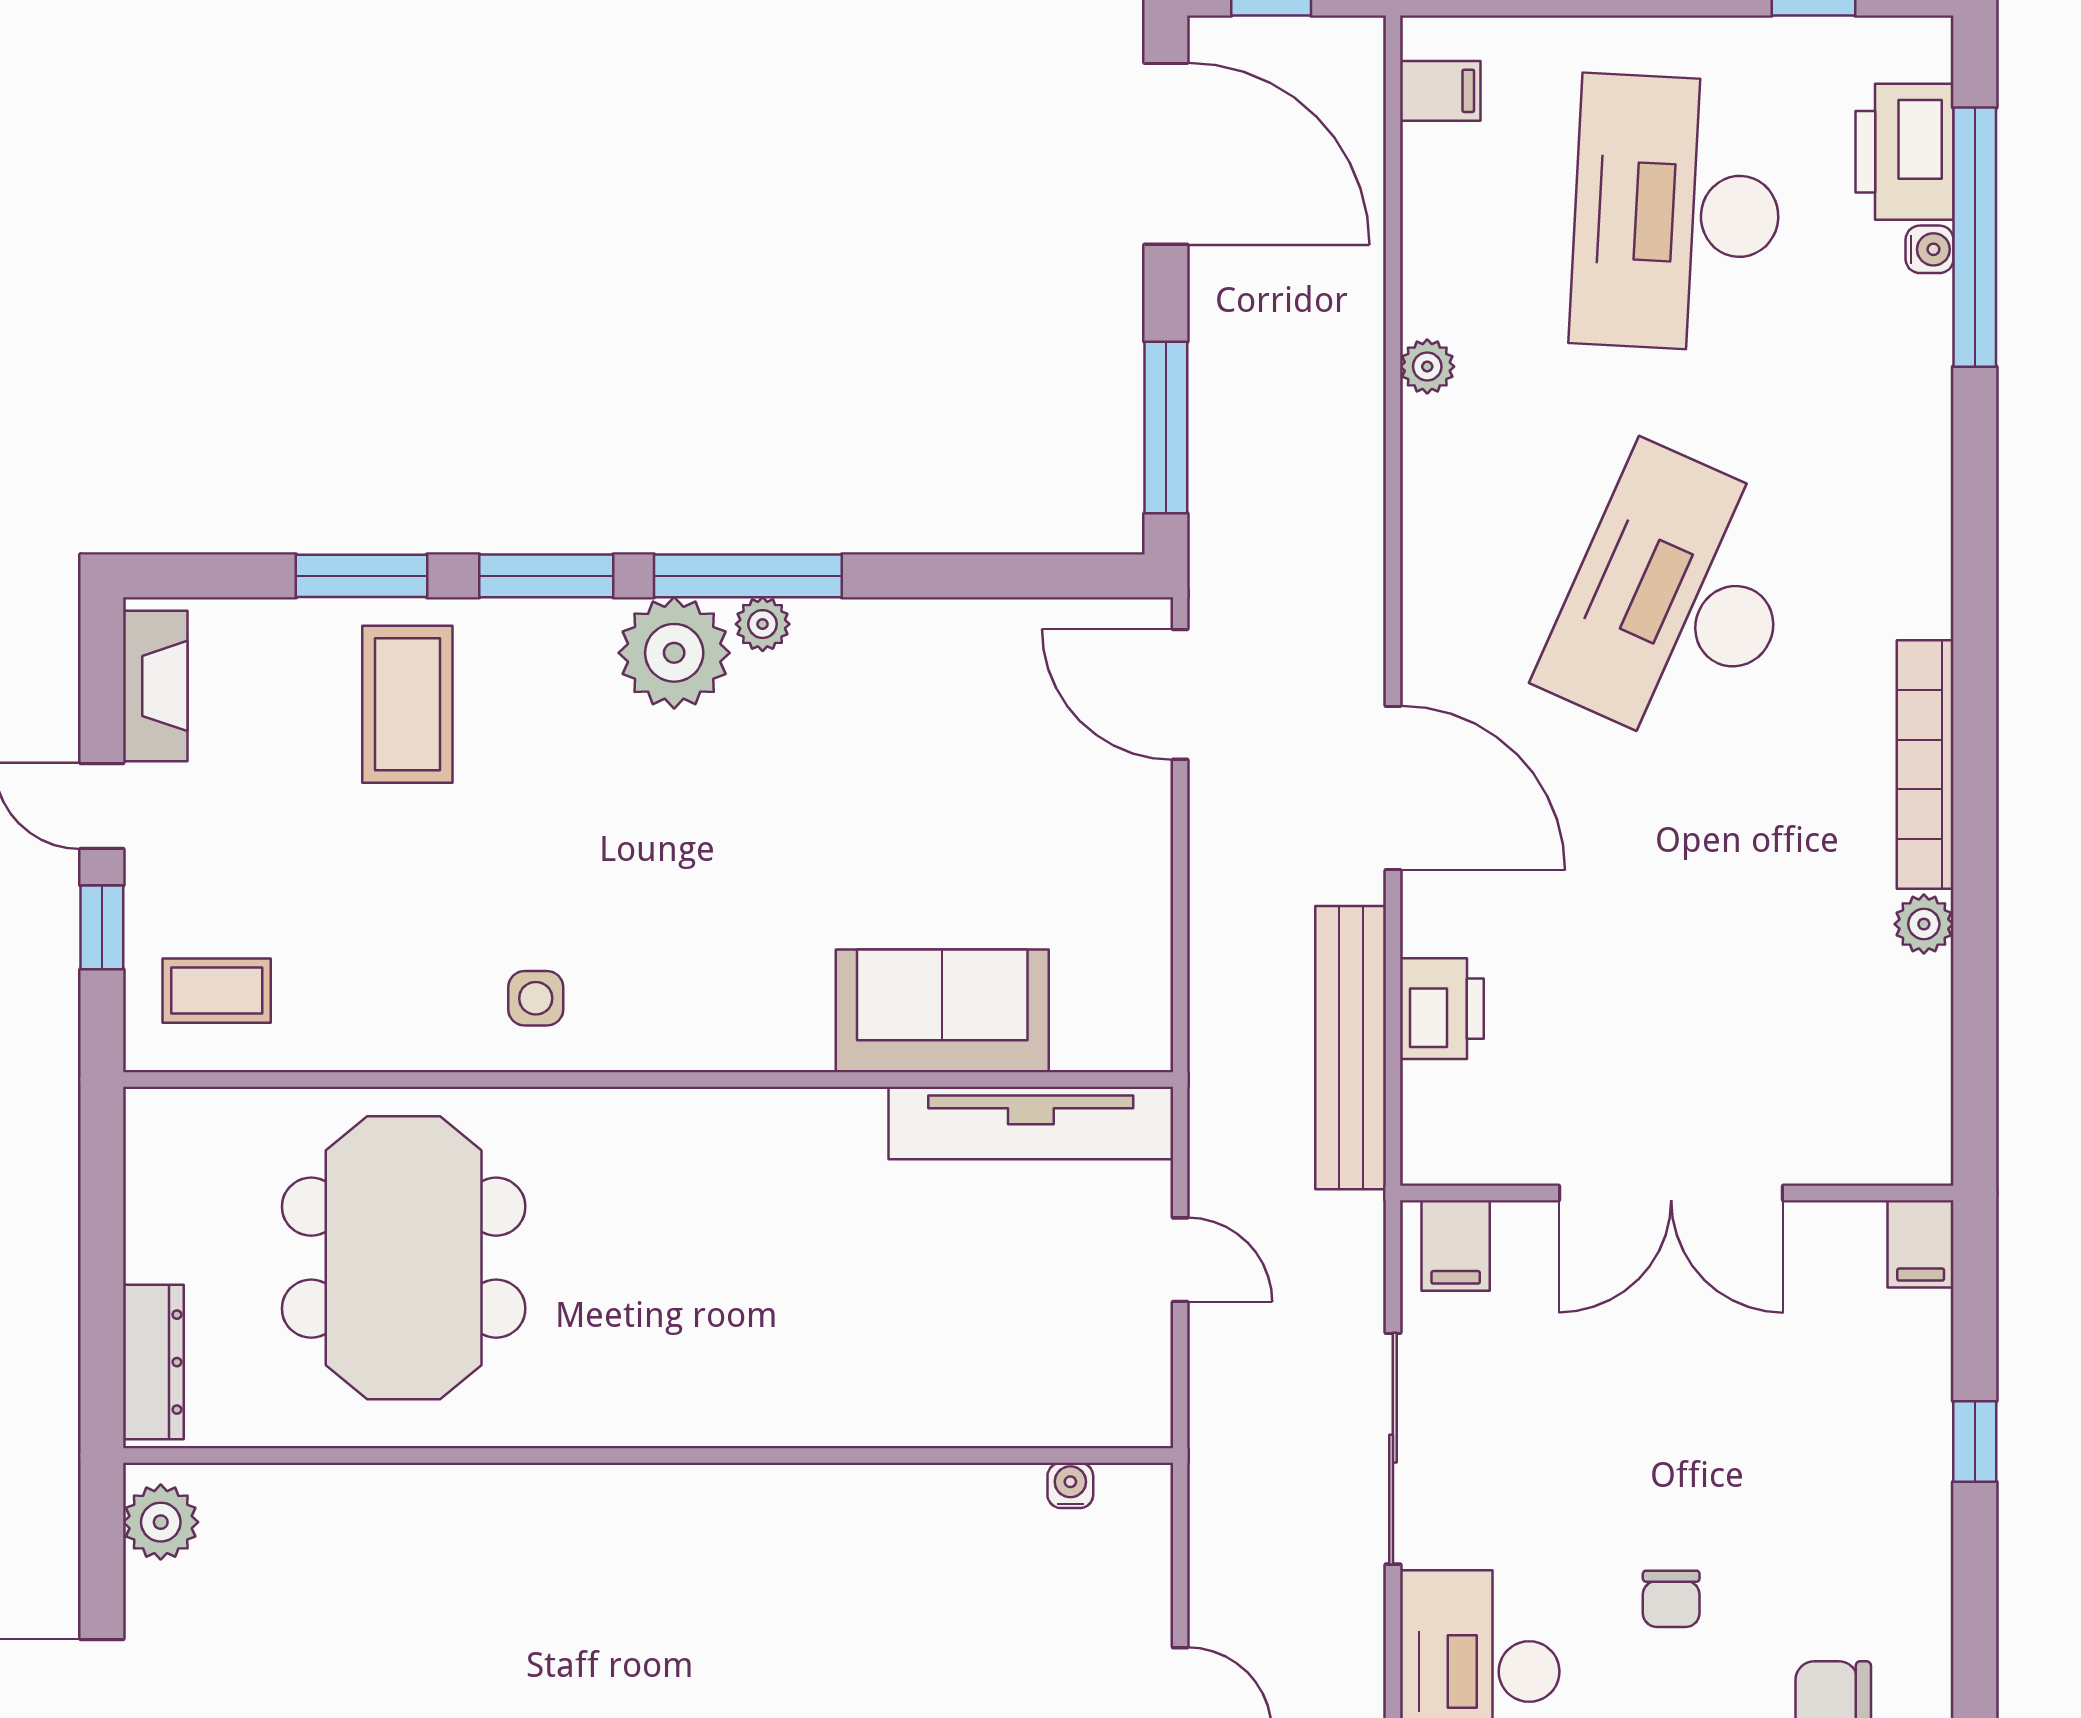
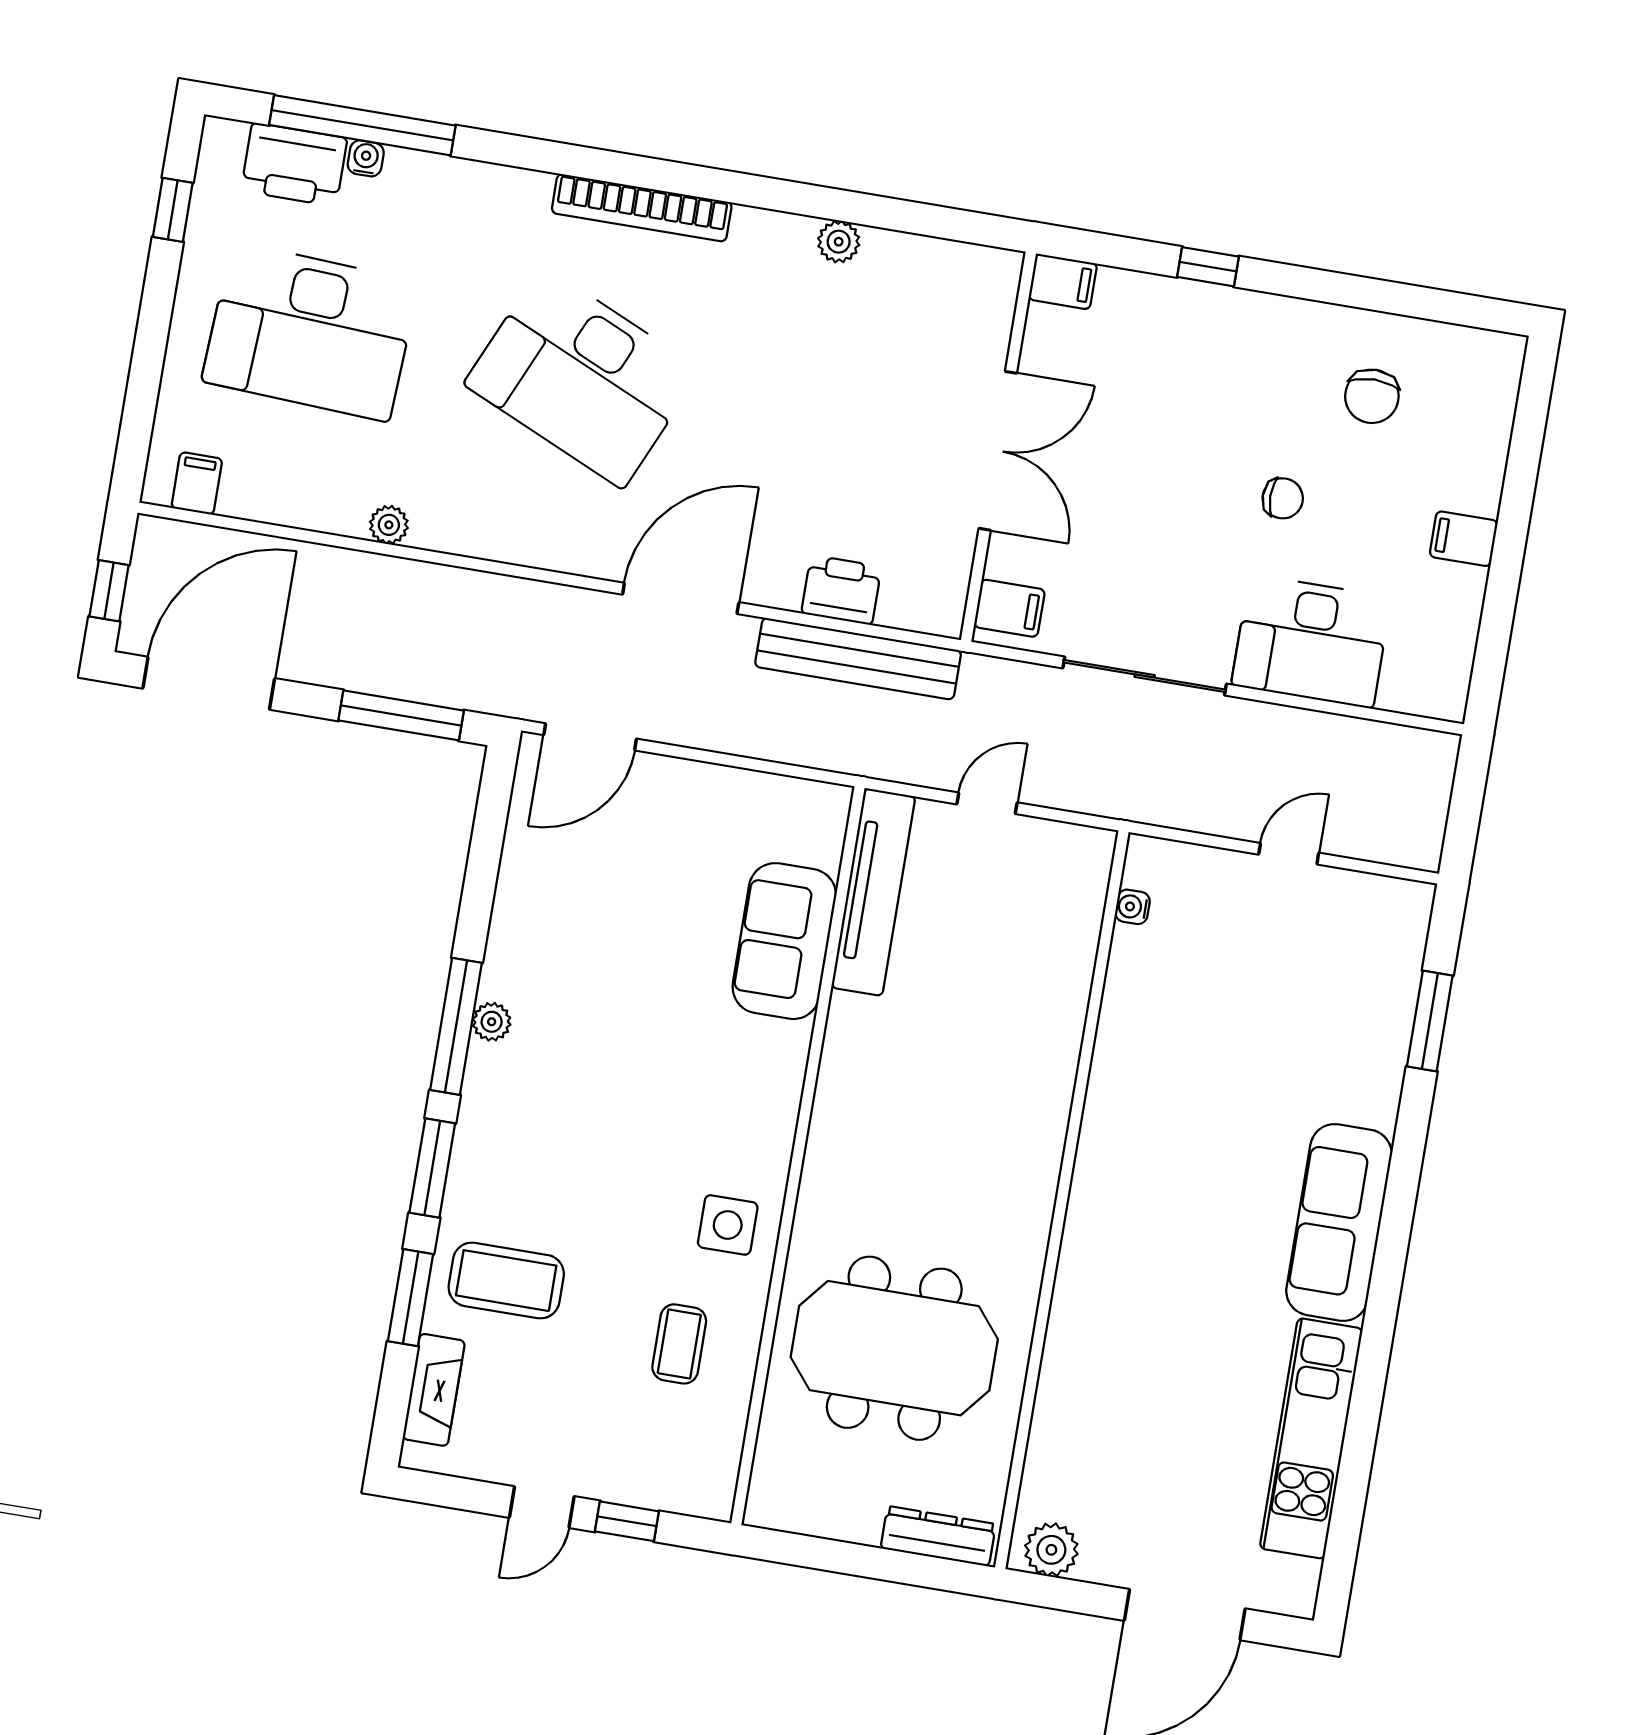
plant: (674, 653) -> (501, 1087), removed
fireplace: (155, 686) -> (434, 1390), moved, turned 90
bookcase: (1925, 764) -> (642, 208), moved
coffee table: (217, 991) -> (679, 1344), moved
side table: (536, 998) -> (728, 1225), width x1.37, depth x1.37

